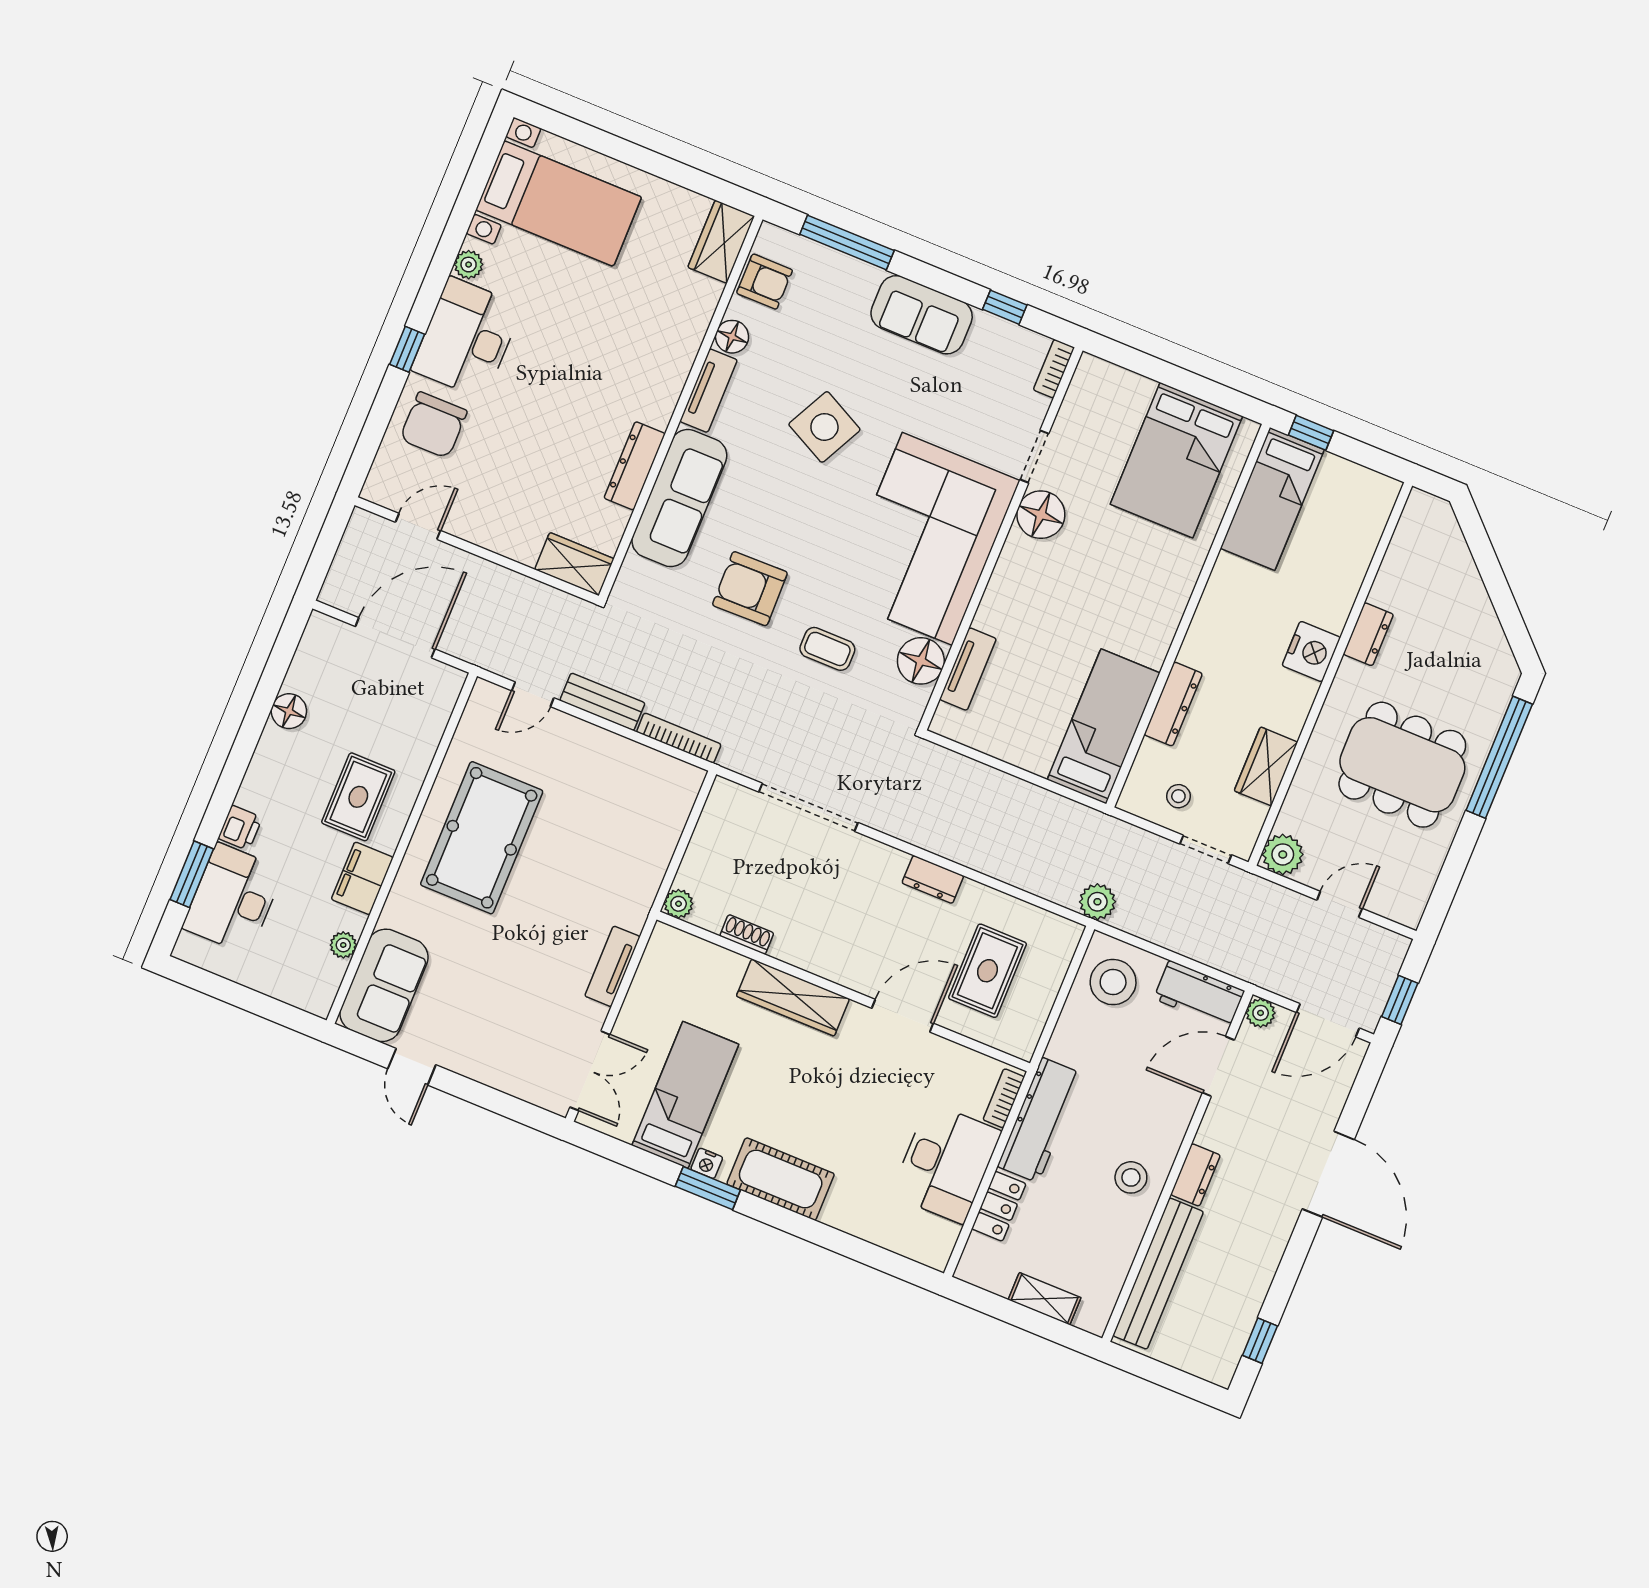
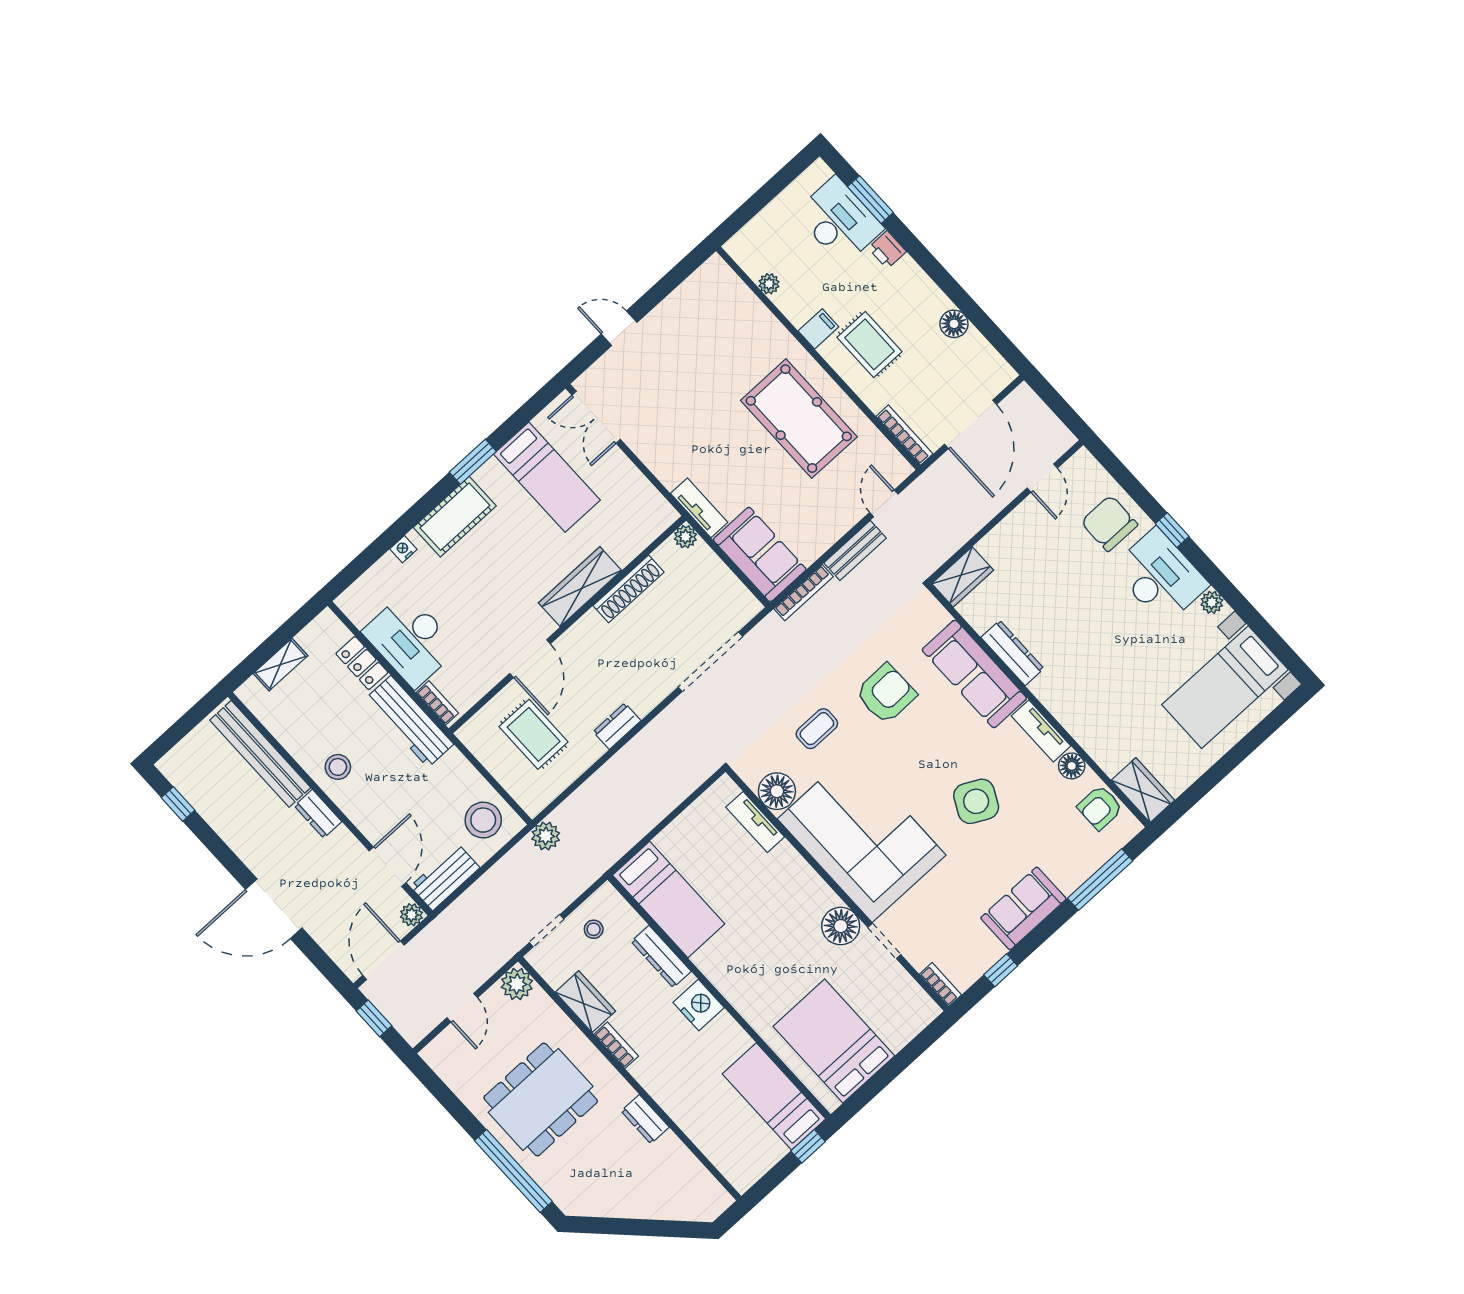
nightstand: (1311, 652) -> (699, 1005), moved, turned 180
bookcase: (443, 707) -> (905, 435), added
bookcase: (1299, 708) -> (616, 1045), added
filing cabinet: (362, 878) -> (818, 329), width x0.50
shoe rack: (747, 934) -> (629, 589), width x1.94, depth x1.24
tv unit: (612, 966) -> (699, 508), moved
sofa: (384, 985) -> (760, 554), moved, turned 180
door: (412, 1067) -> (619, 328), moved
nightstand: (707, 1163) -> (403, 549), moved

